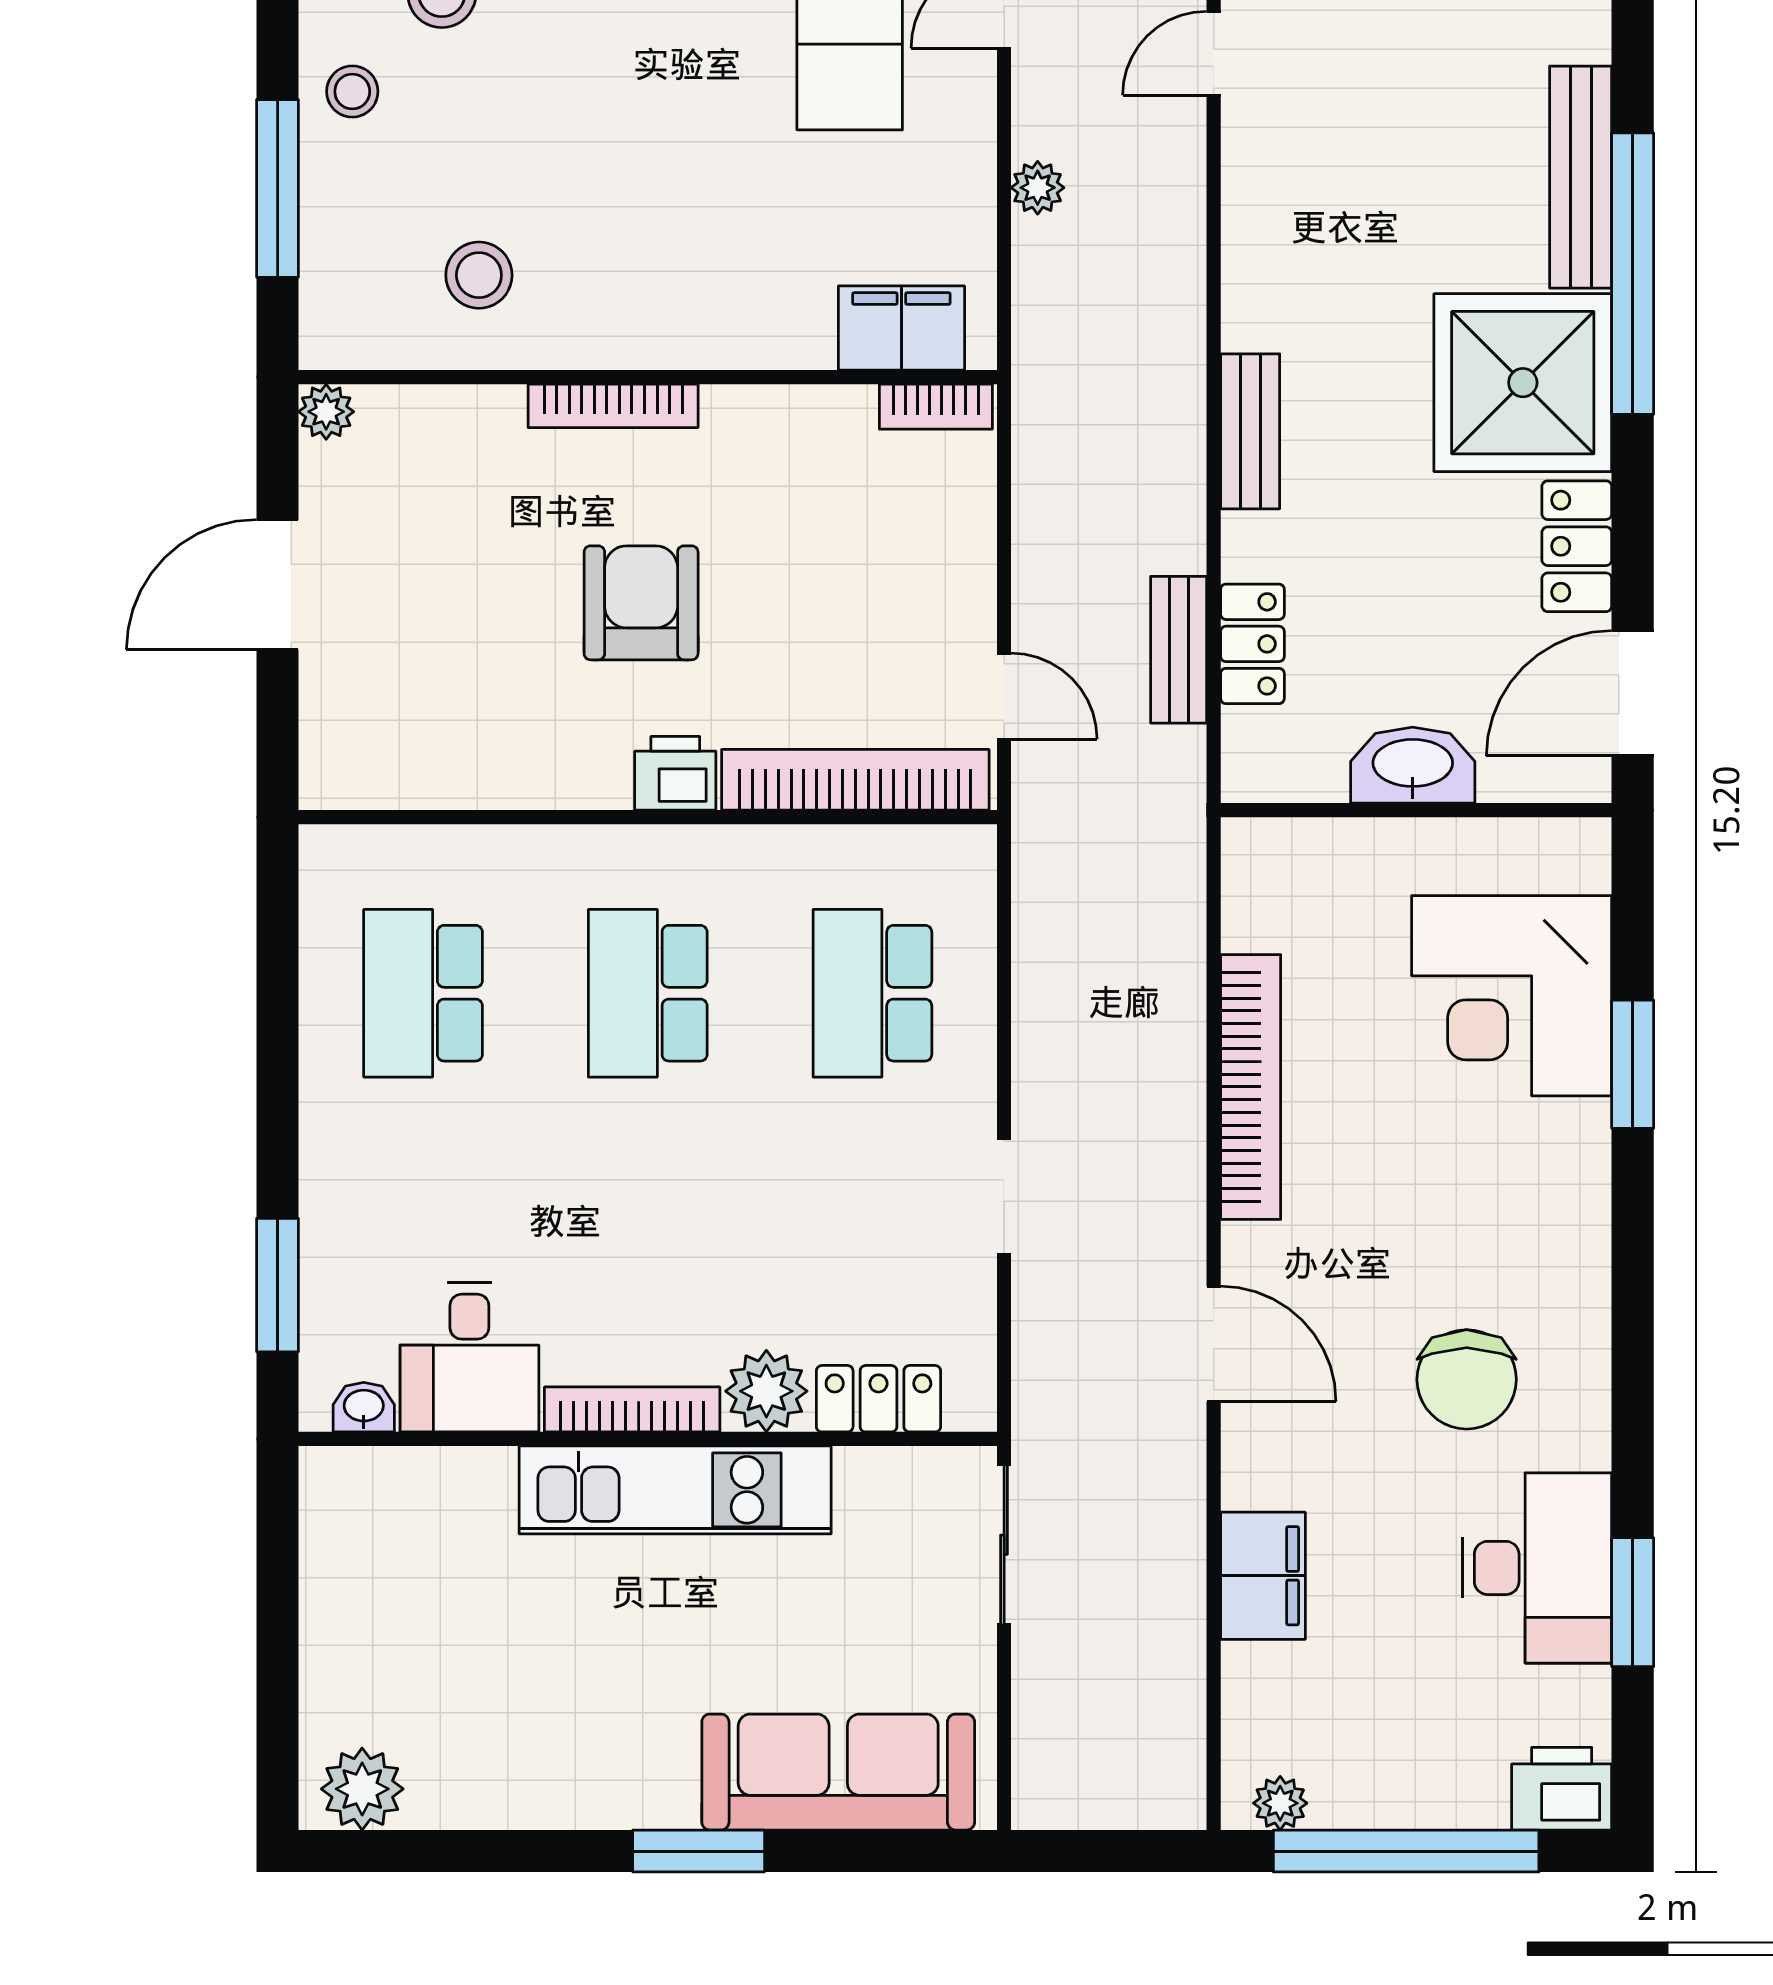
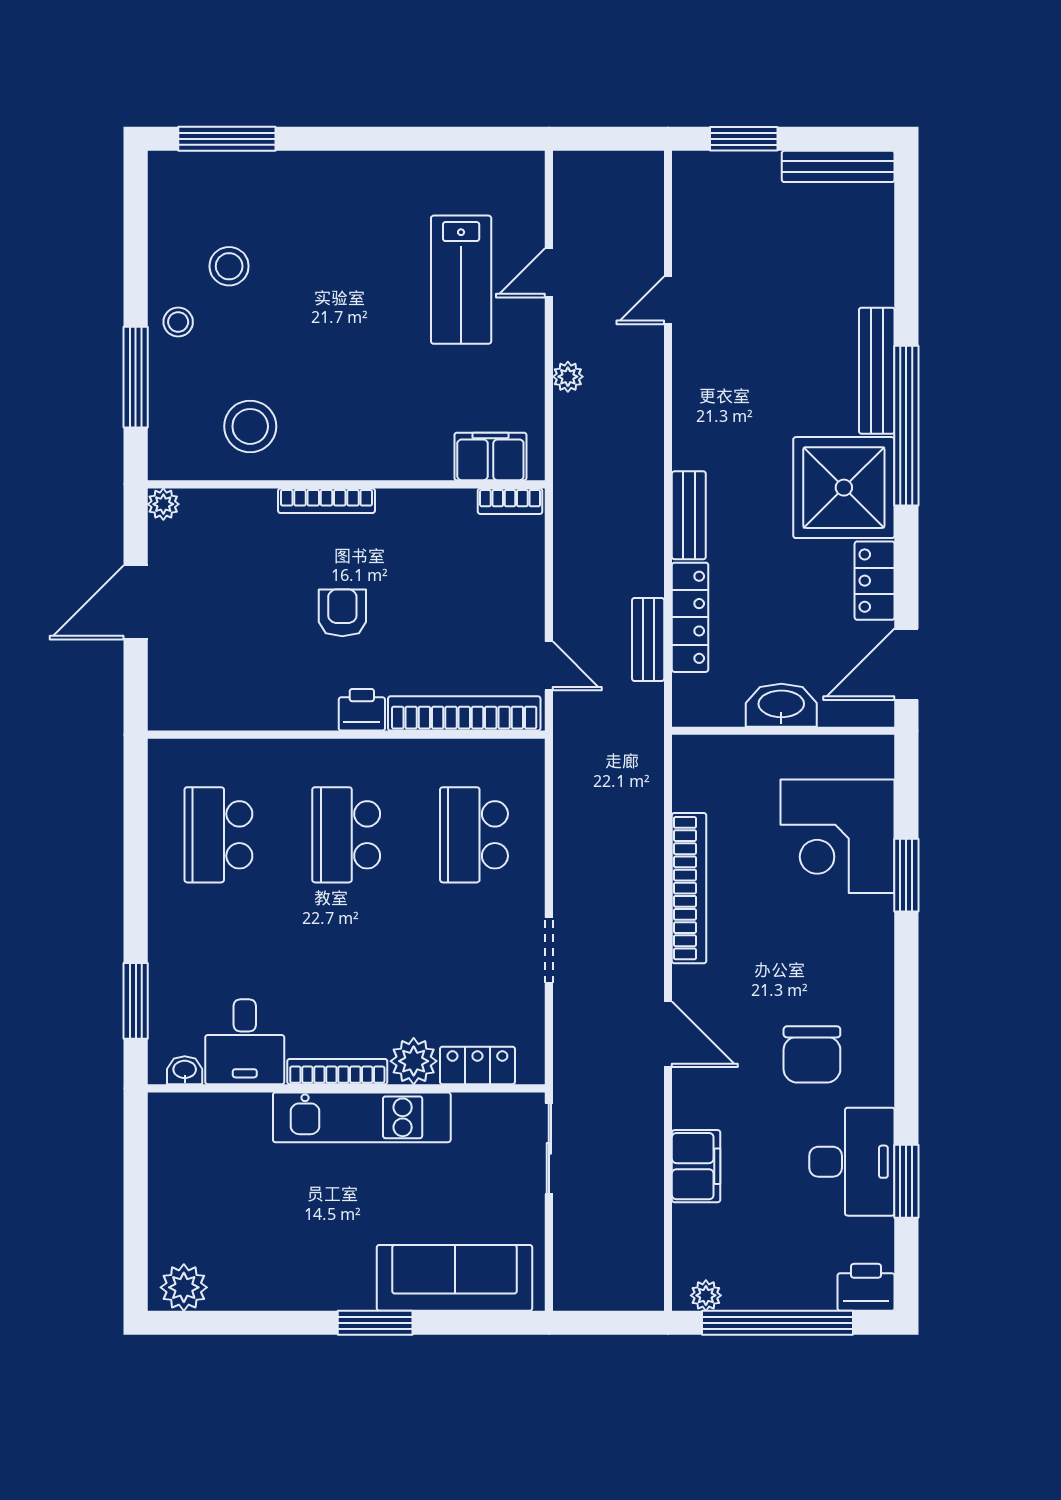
stool: (479, 275) -> (250, 426), width x1.38, depth x1.38
armchair: (641, 603) -> (342, 613), width x0.72, depth x0.72
locker: (1252, 644) -> (690, 617), width x1.53

